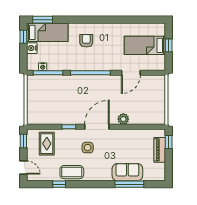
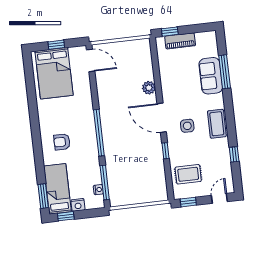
bed: (145, 45) -> (54, 73), width x1.50
door: (131, 73) -> (91, 60), moved
coffee table: (72, 172) -> (217, 124), moved

